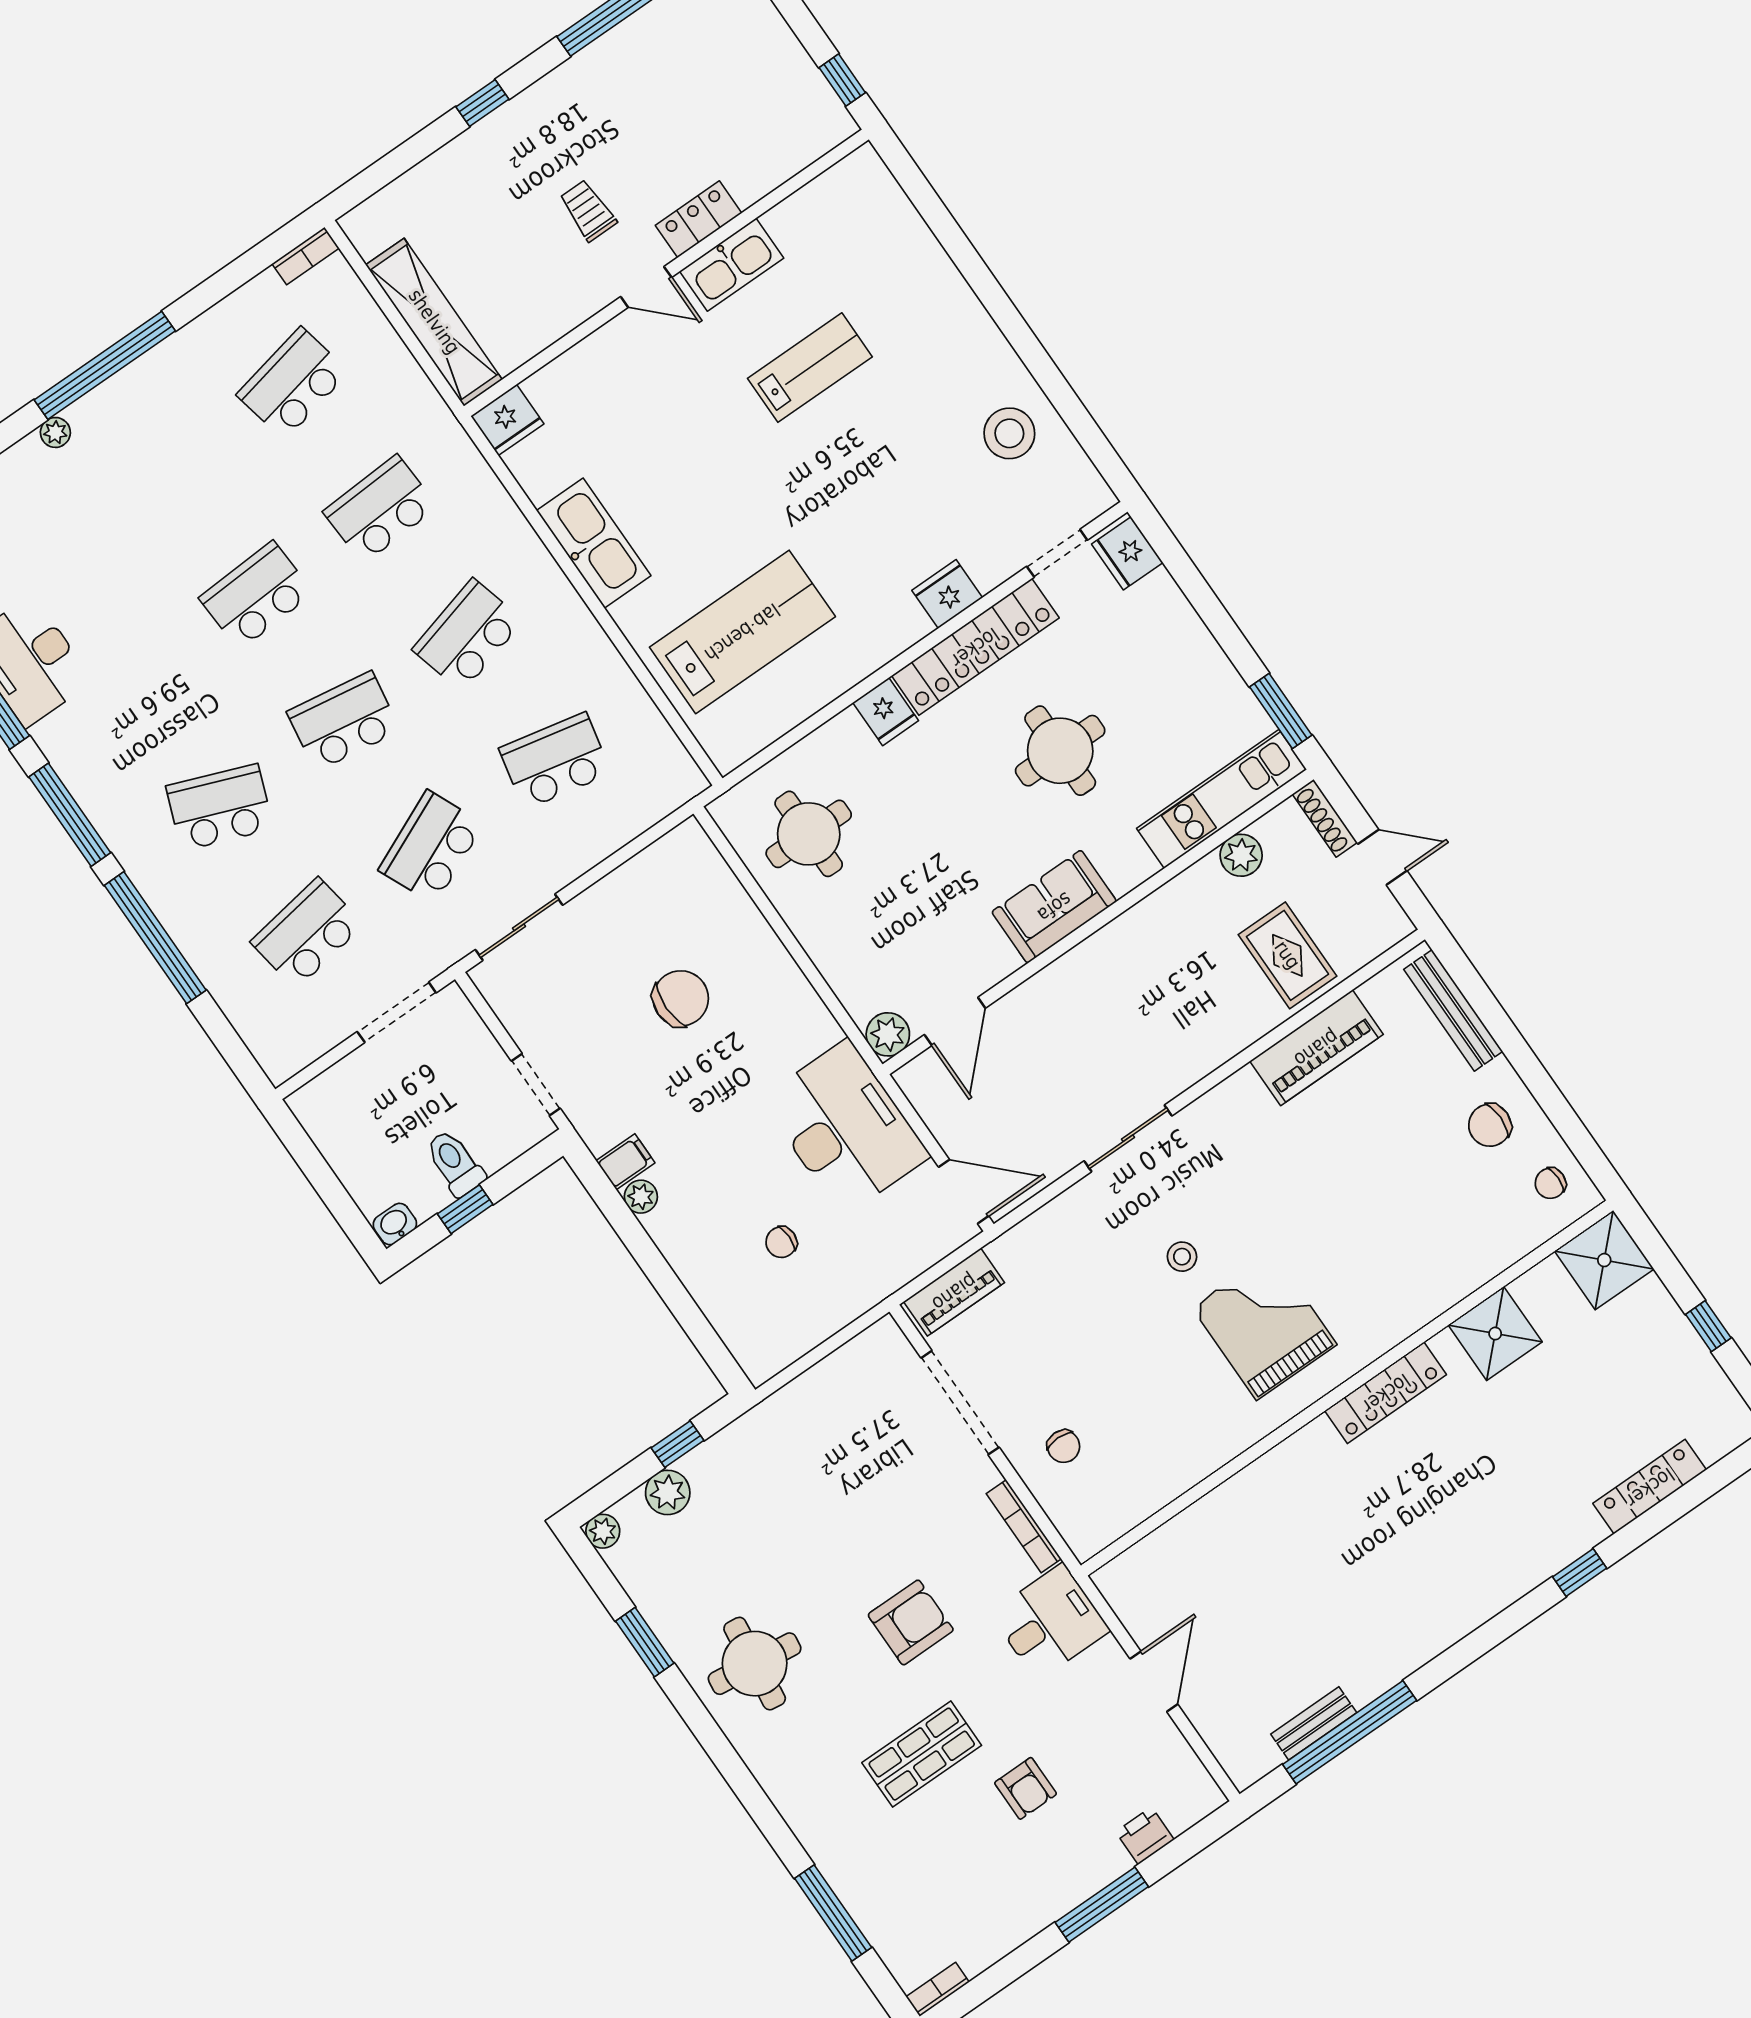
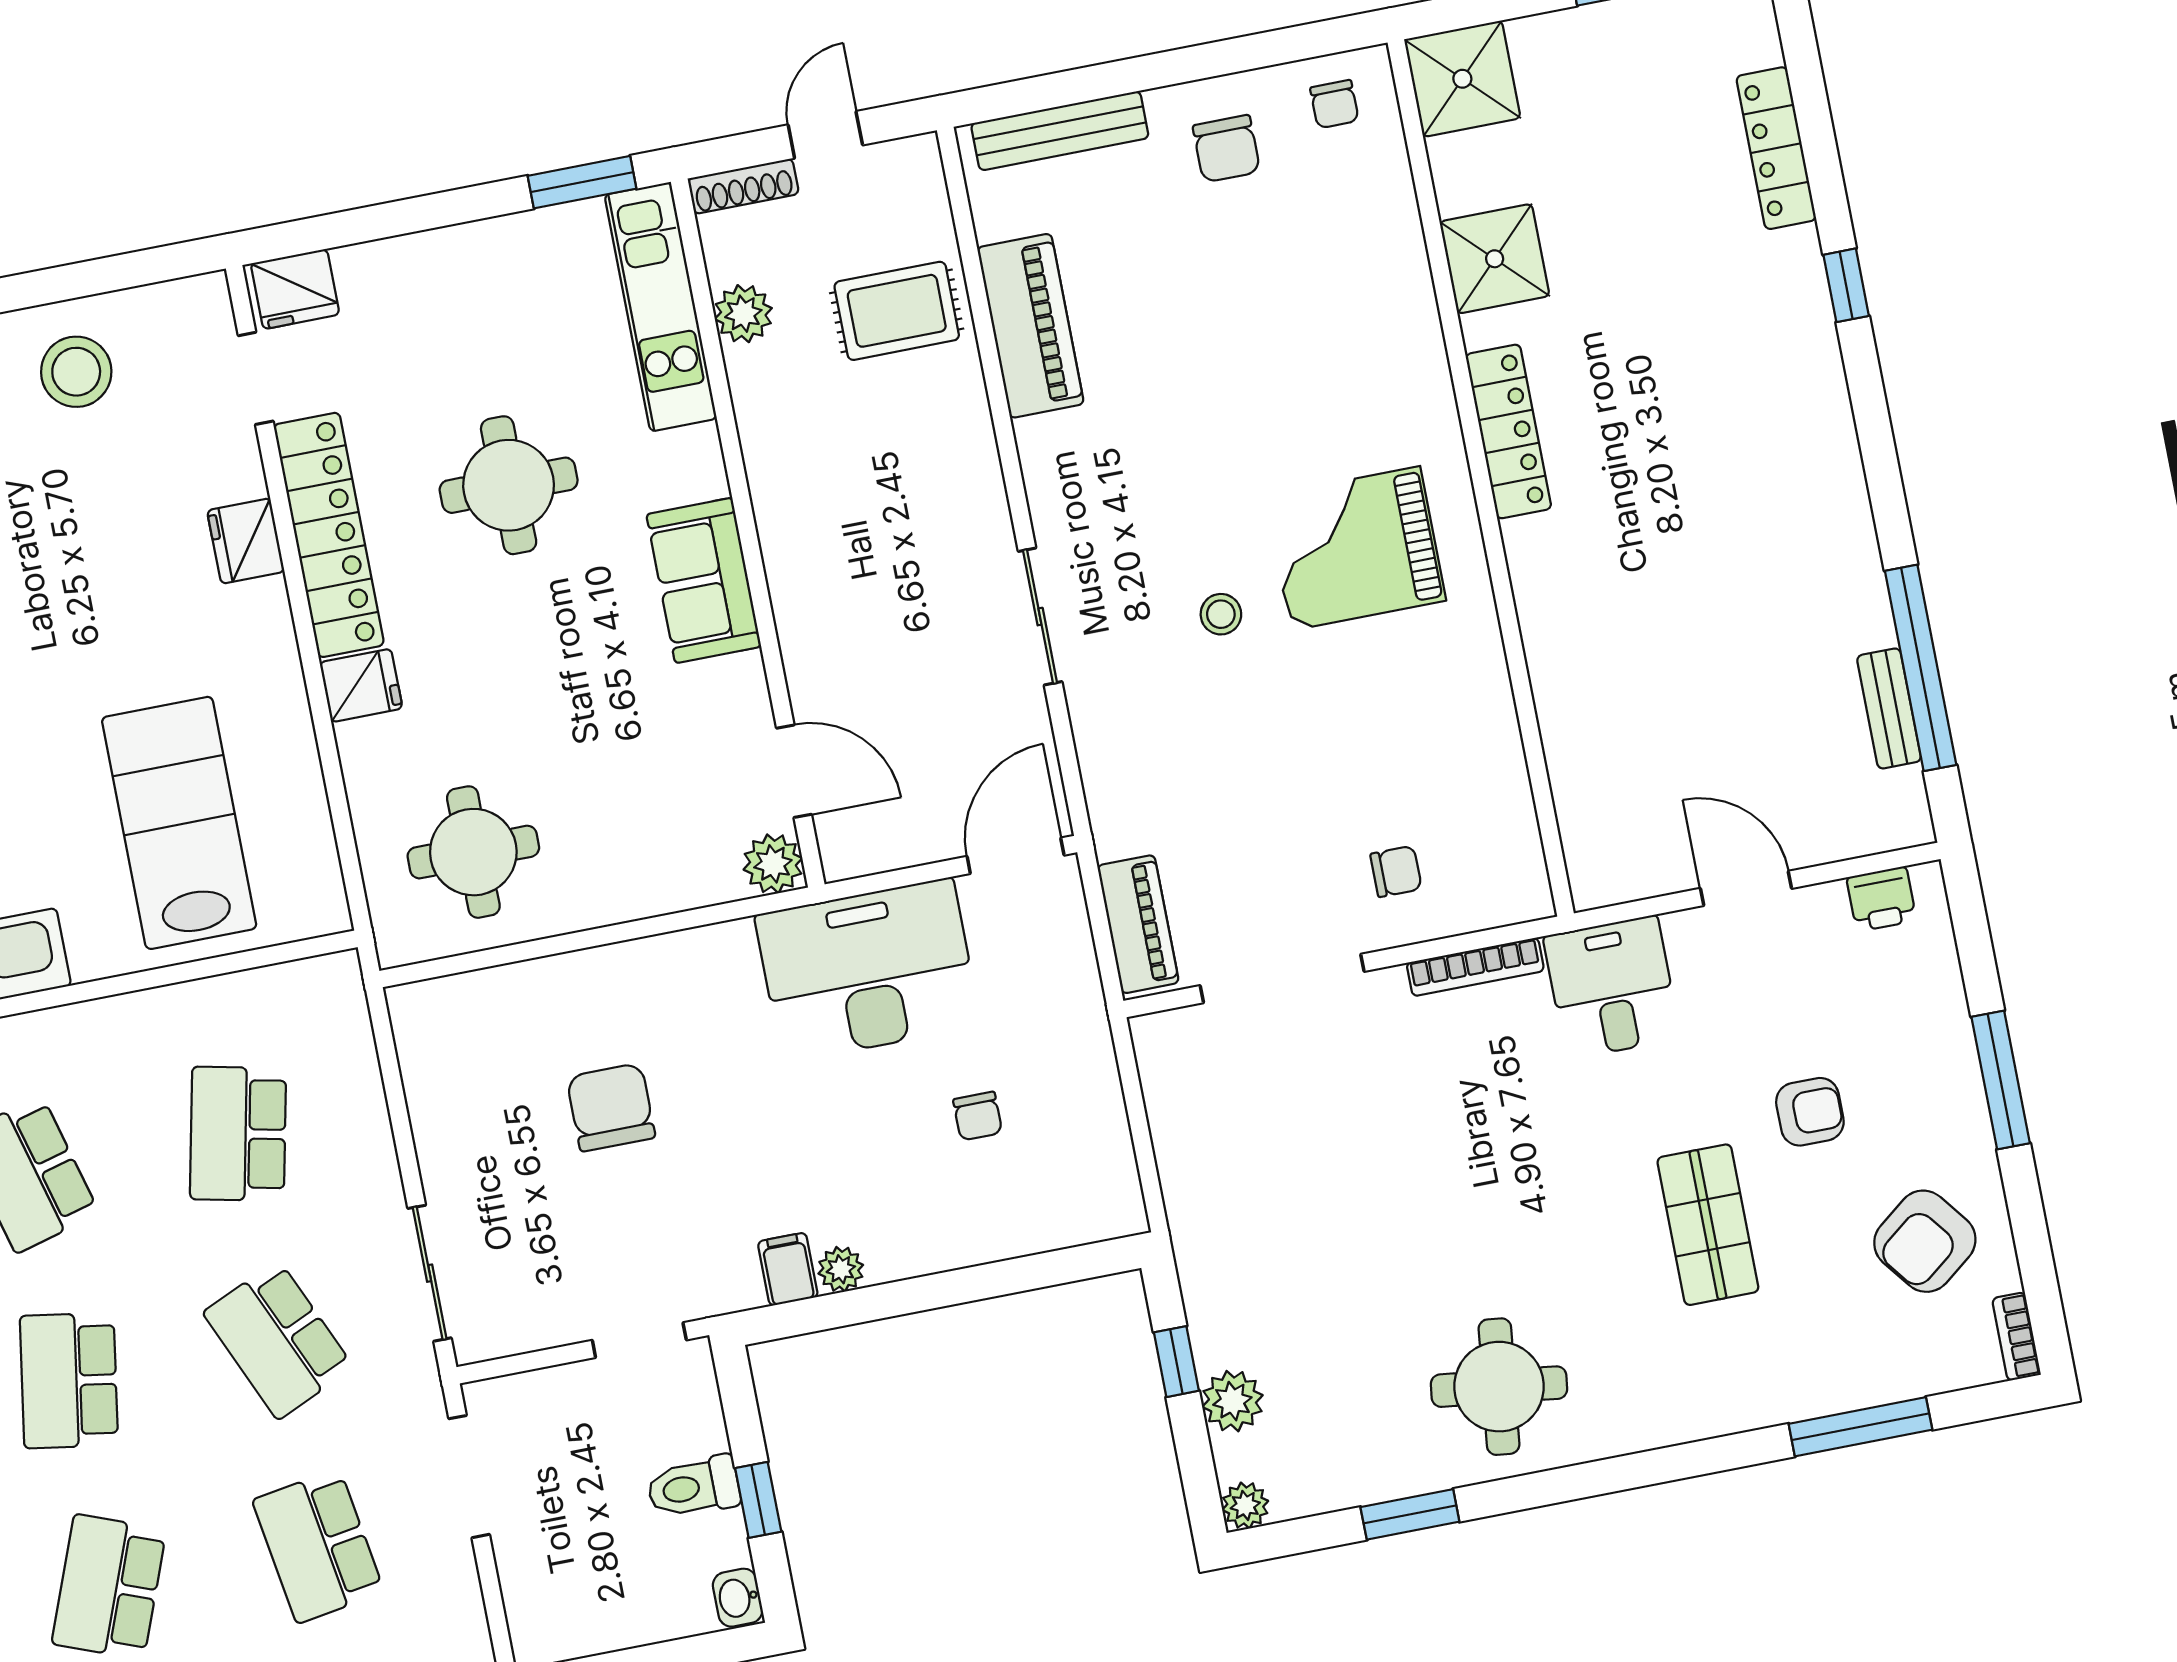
armchair: (911, 1622) -> (1925, 1241), moved, turned -128
printer: (1145, 1836) -> (1881, 899), moved, turned -90

